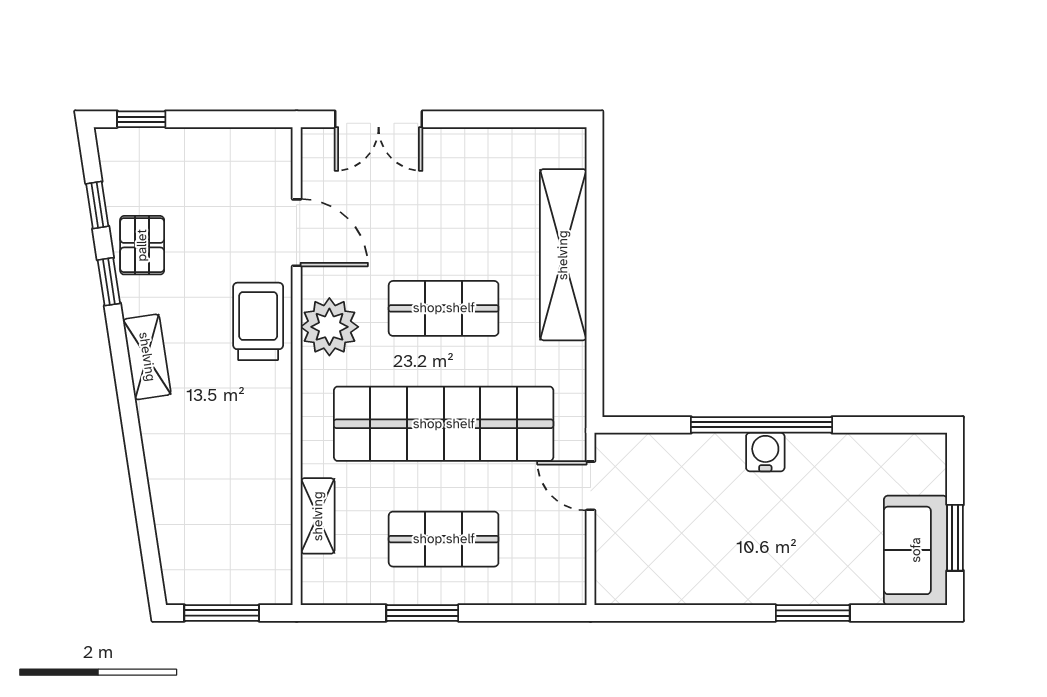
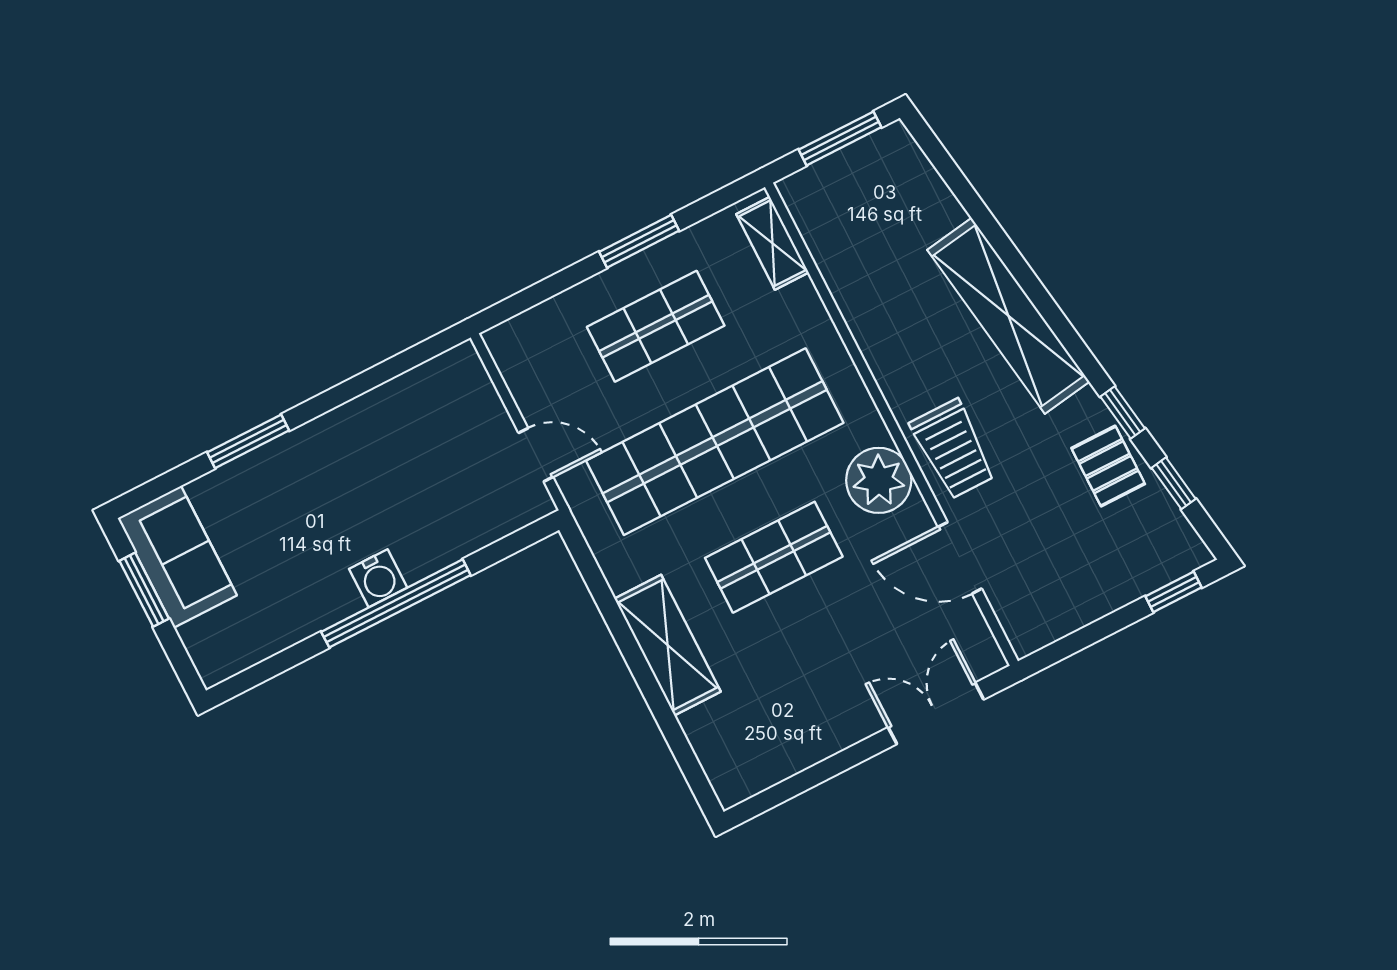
shelving: (563, 255) -> (668, 645), width x0.68
shelving: (147, 357) -> (1008, 316), width x2.20, depth x1.33
shelving: (318, 516) -> (772, 243), moved

